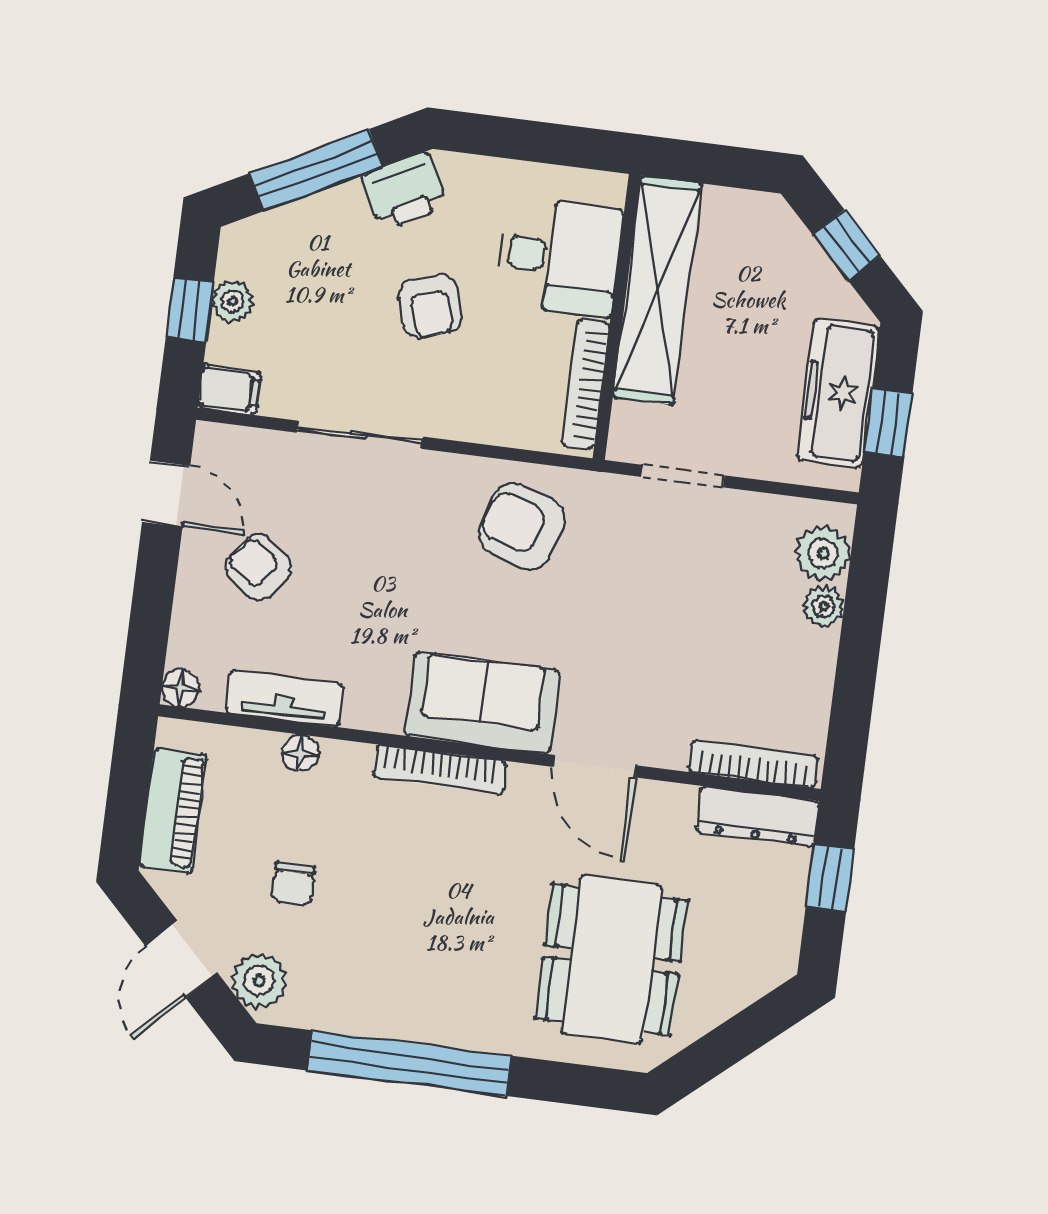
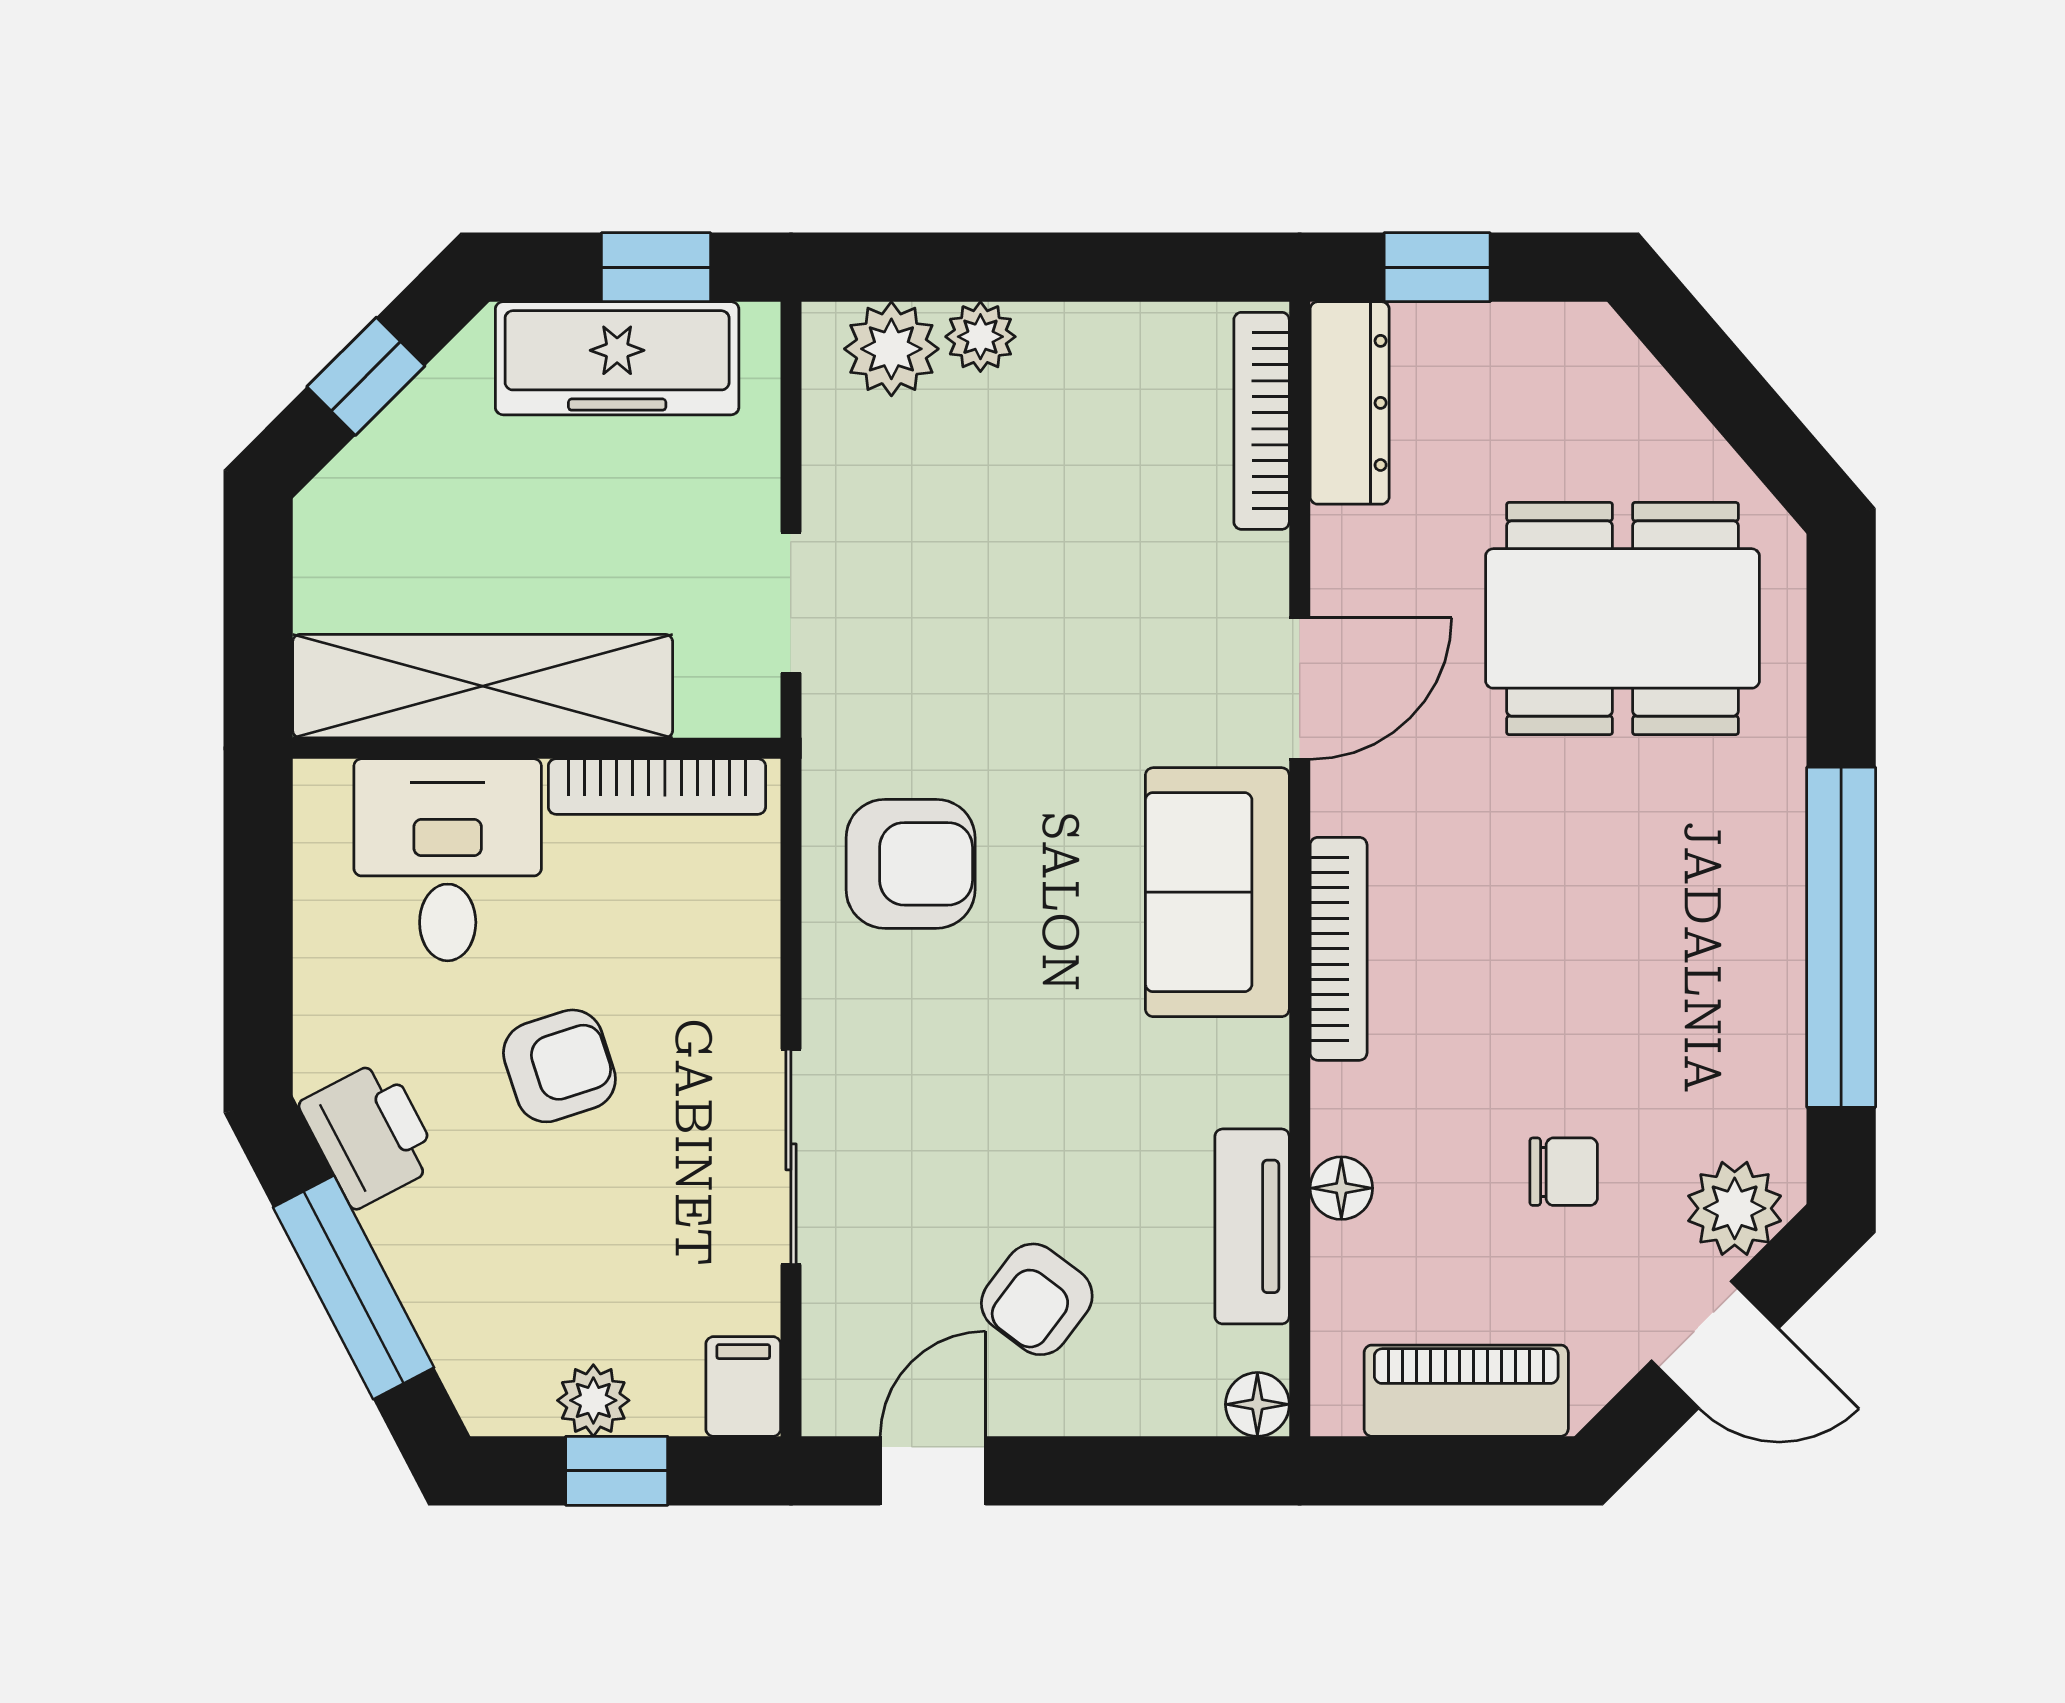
armchair: (522, 526) -> (911, 864), turned -108

